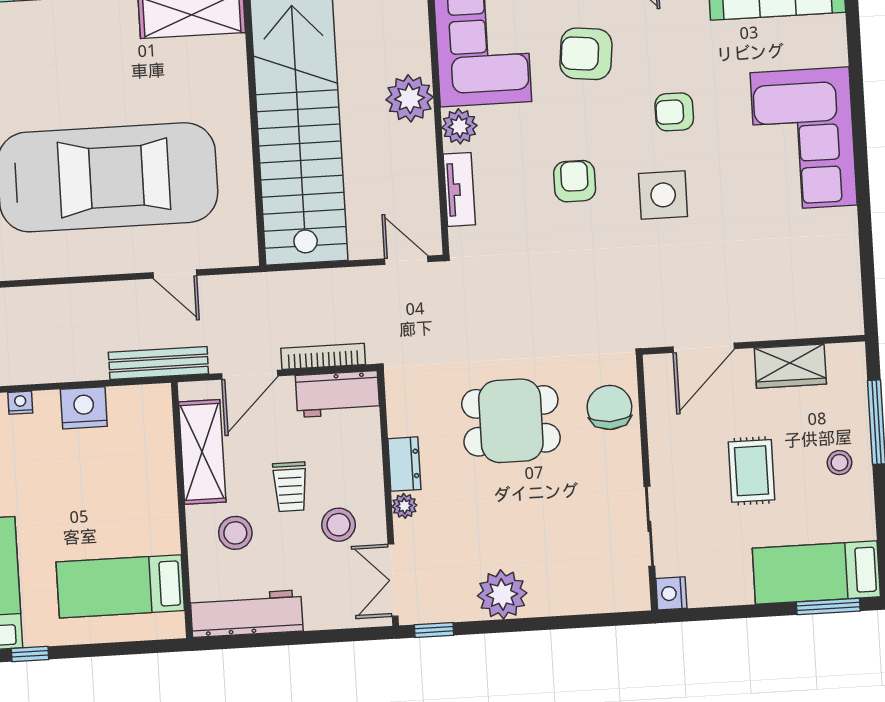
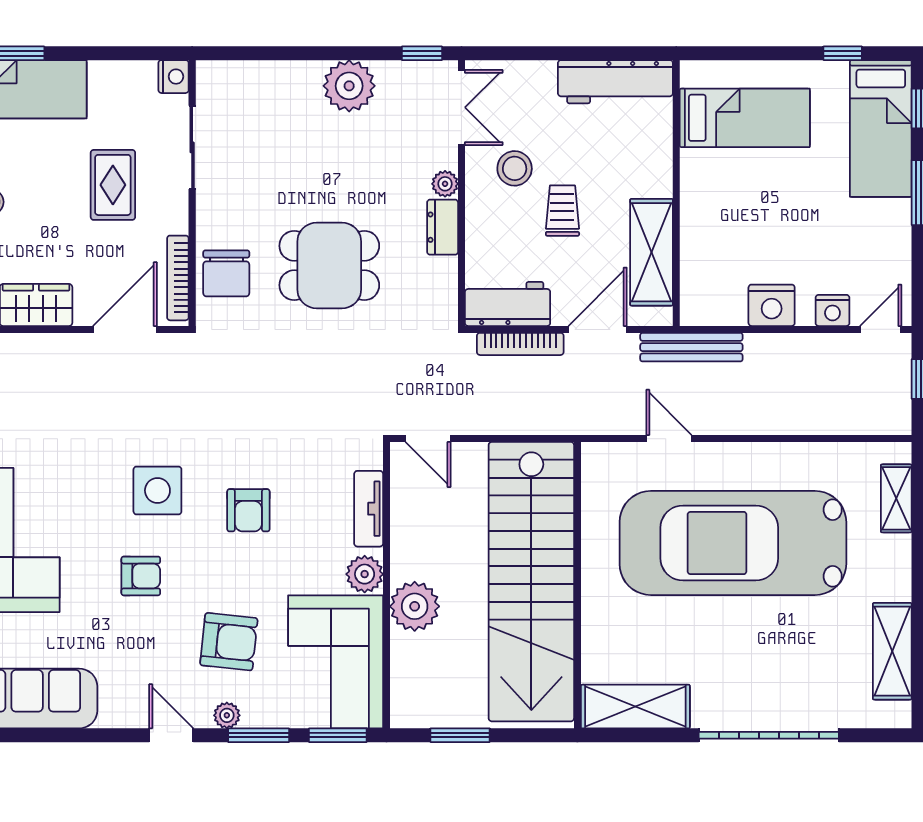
bookcase: (656, 400) -> (178, 278), added
nightstand: (20, 403) -> (832, 310), width x1.39, depth x1.35
rug: (752, 471) -> (113, 185), moved
stool: (235, 533) -> (622, 166), removed

